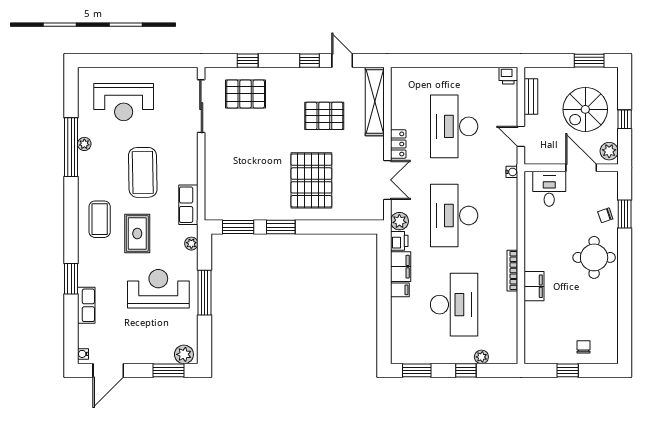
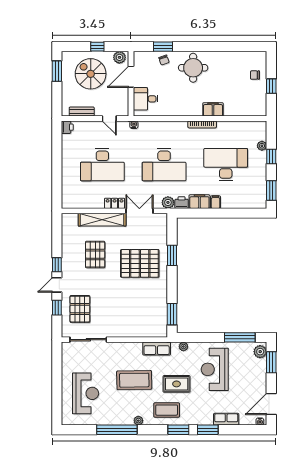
door: (342, 61) -> (57, 285), moved
shelving: (375, 102) -> (102, 220), moved
spiral stairs: (585, 109) -> (91, 74), turned 180
door: (521, 136) -> (109, 118), hinge flipped
plant: (84, 144) -> (138, 421), moved
window: (281, 227) -> (172, 255), moved
window: (71, 236) -> (178, 430), added
window: (204, 293) -> (240, 337), moved
door: (108, 370) -> (271, 404), swing flipped

